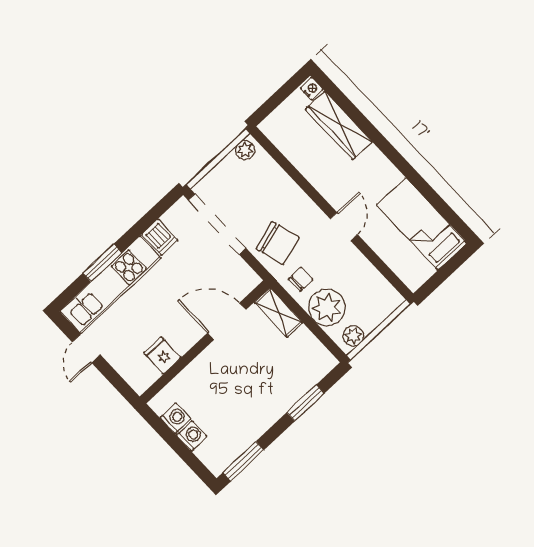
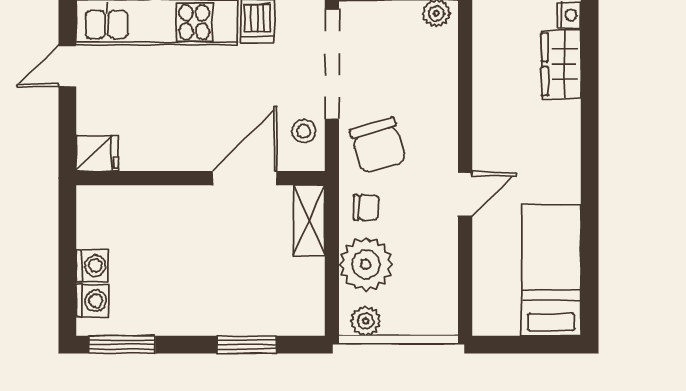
wardrobe: (339, 125) -> (561, 64), width x0.67
stool: (234, 270) -> (304, 131), added
door: (227, 321) -> (245, 178), hinge flipped
fridge: (162, 355) -> (97, 153), moved, turned 90
washing machine: (175, 418) -> (92, 301), moved

